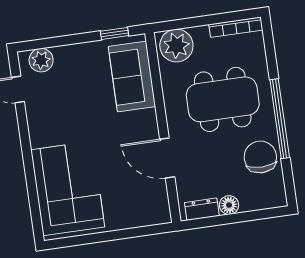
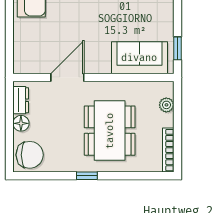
plant: (176, 46) -> (166, 105), width x0.53, depth x0.53
window: (280, 119) -> (87, 176), width x0.32
chair: (260, 157) -> (30, 155), moved

